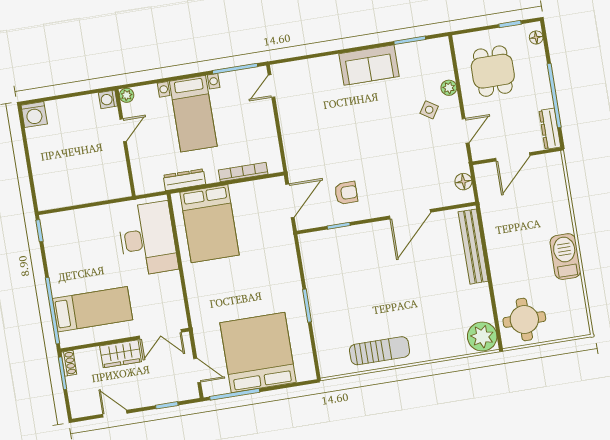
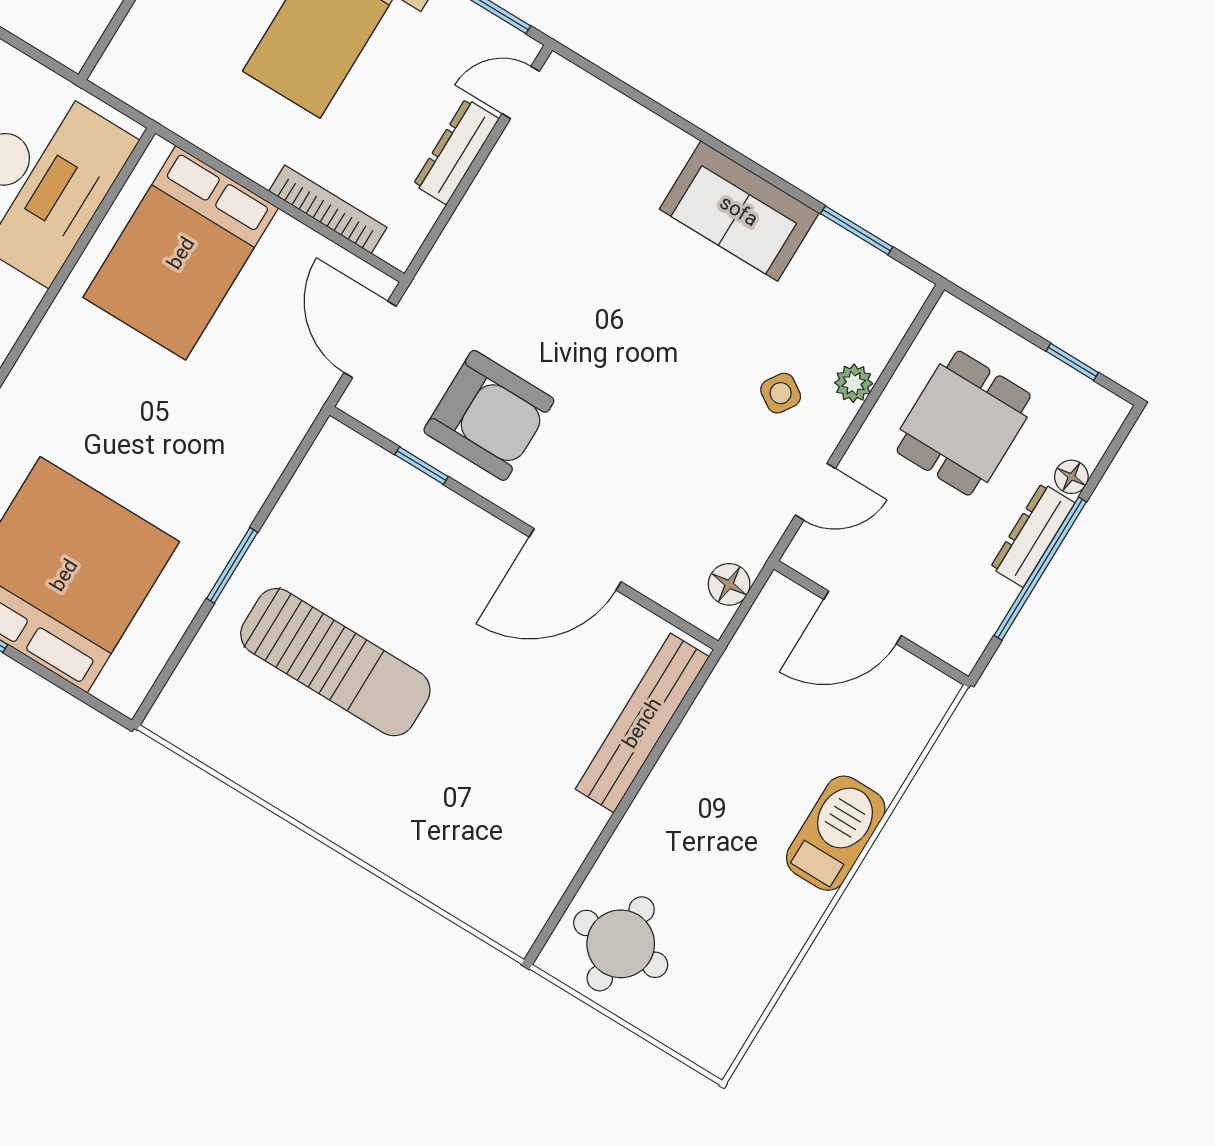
floor lamp: (536, 37) -> (1071, 477), moved
dresser: (550, 129) -> (1033, 535), moved
dresser: (184, 180) -> (456, 152), moved, turned -90
armchair: (346, 193) -> (489, 415), width x1.88, depth x1.88
door: (290, 201) -> (370, 339), swing flipped
barbecue: (565, 257) -> (836, 833), moved
plant: (482, 337) -> (513, 908), removed
sun lounger: (380, 351) -> (335, 662), moved, width x1.36, depth x1.34

